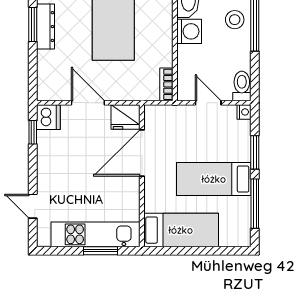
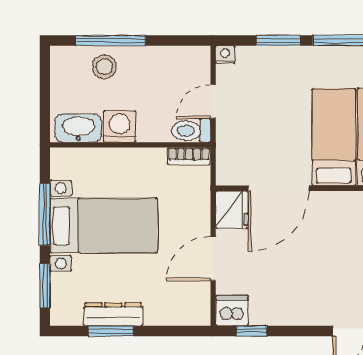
toilet: (242, 86) -> (191, 131), moved
door: (142, 153) -> (279, 188), hinge flipped
bed: (214, 179) -> (334, 137), moved, turned 180

